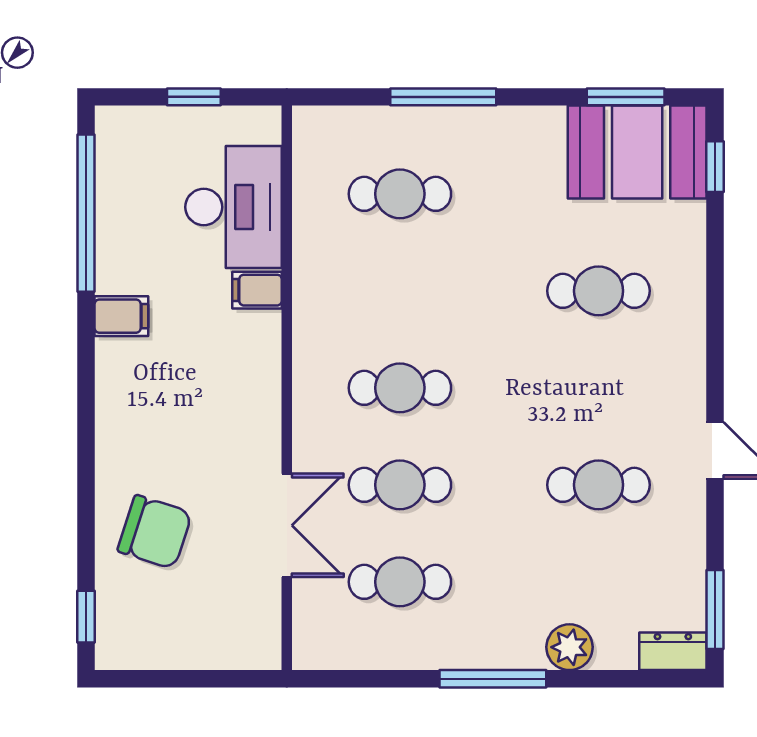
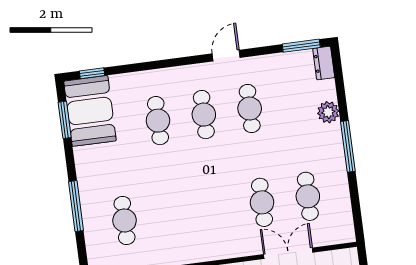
cafe table: (400, 388) -> (204, 115), moved

